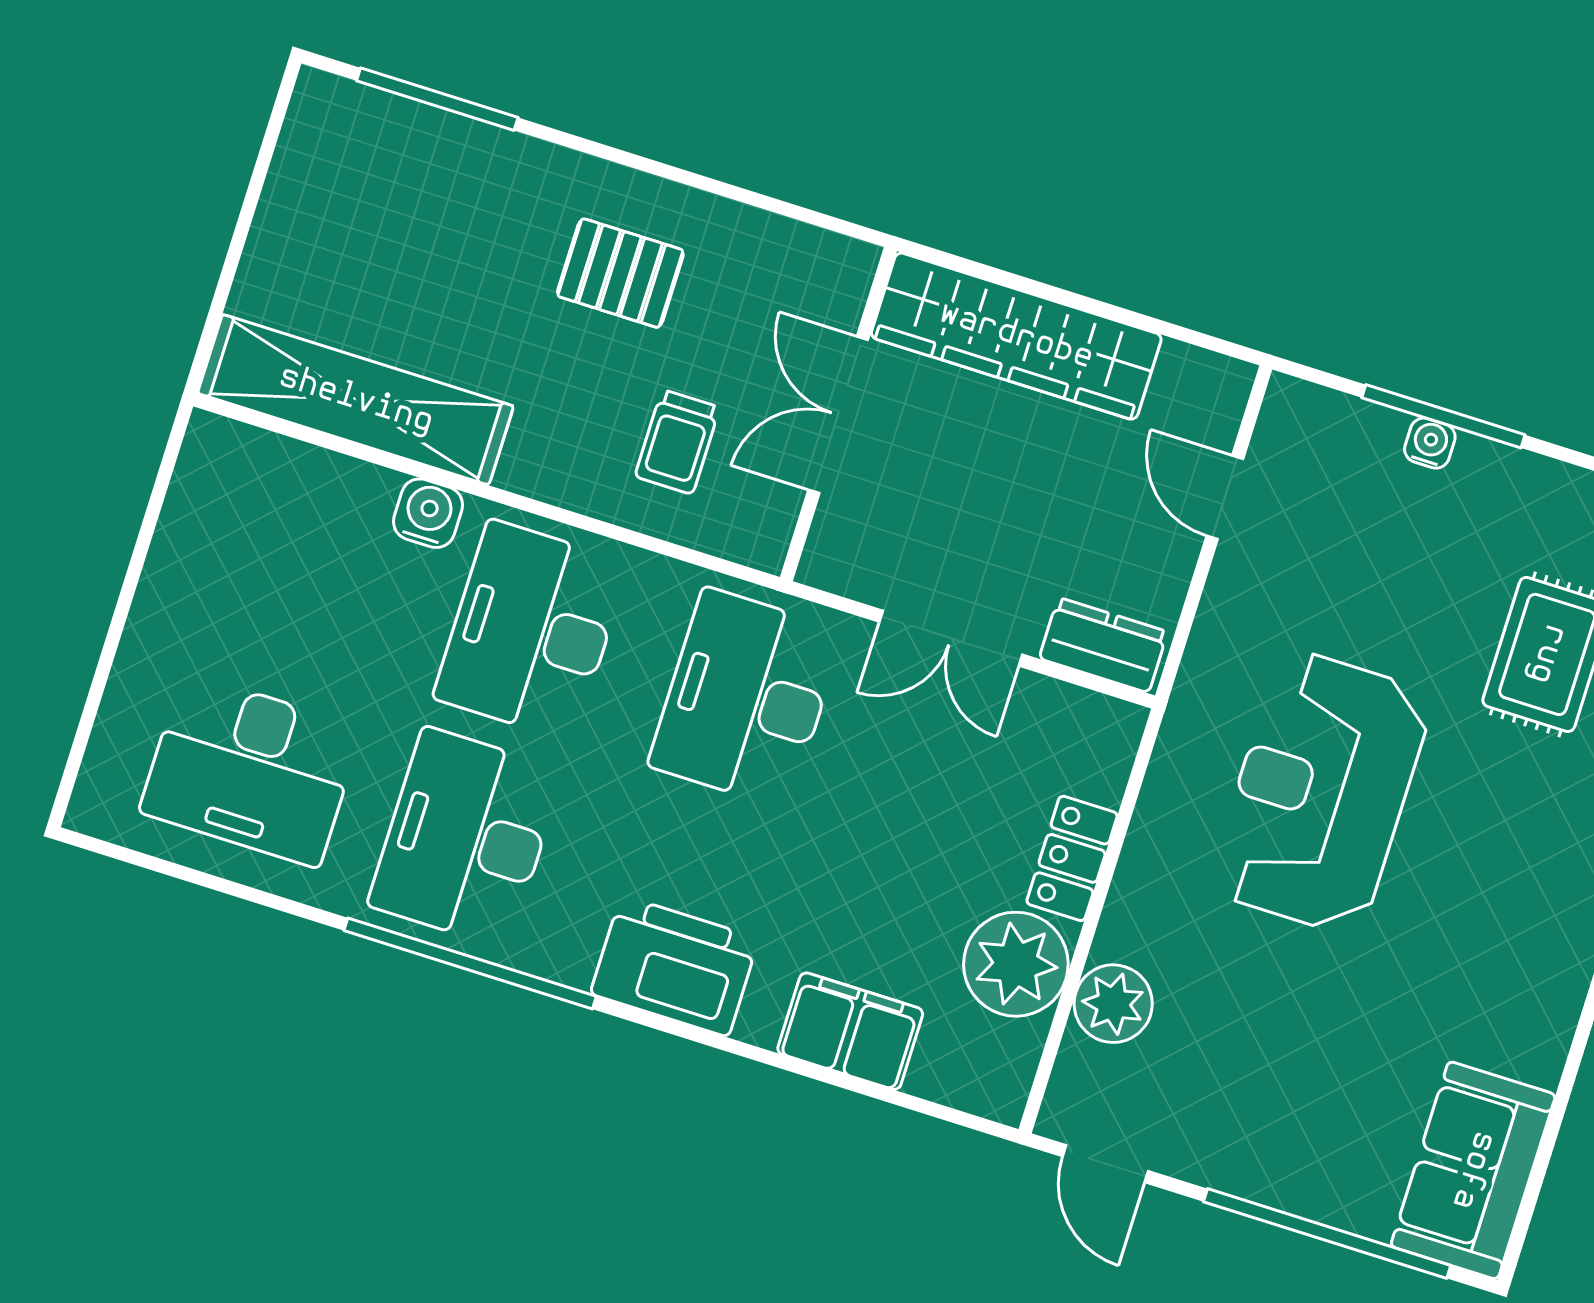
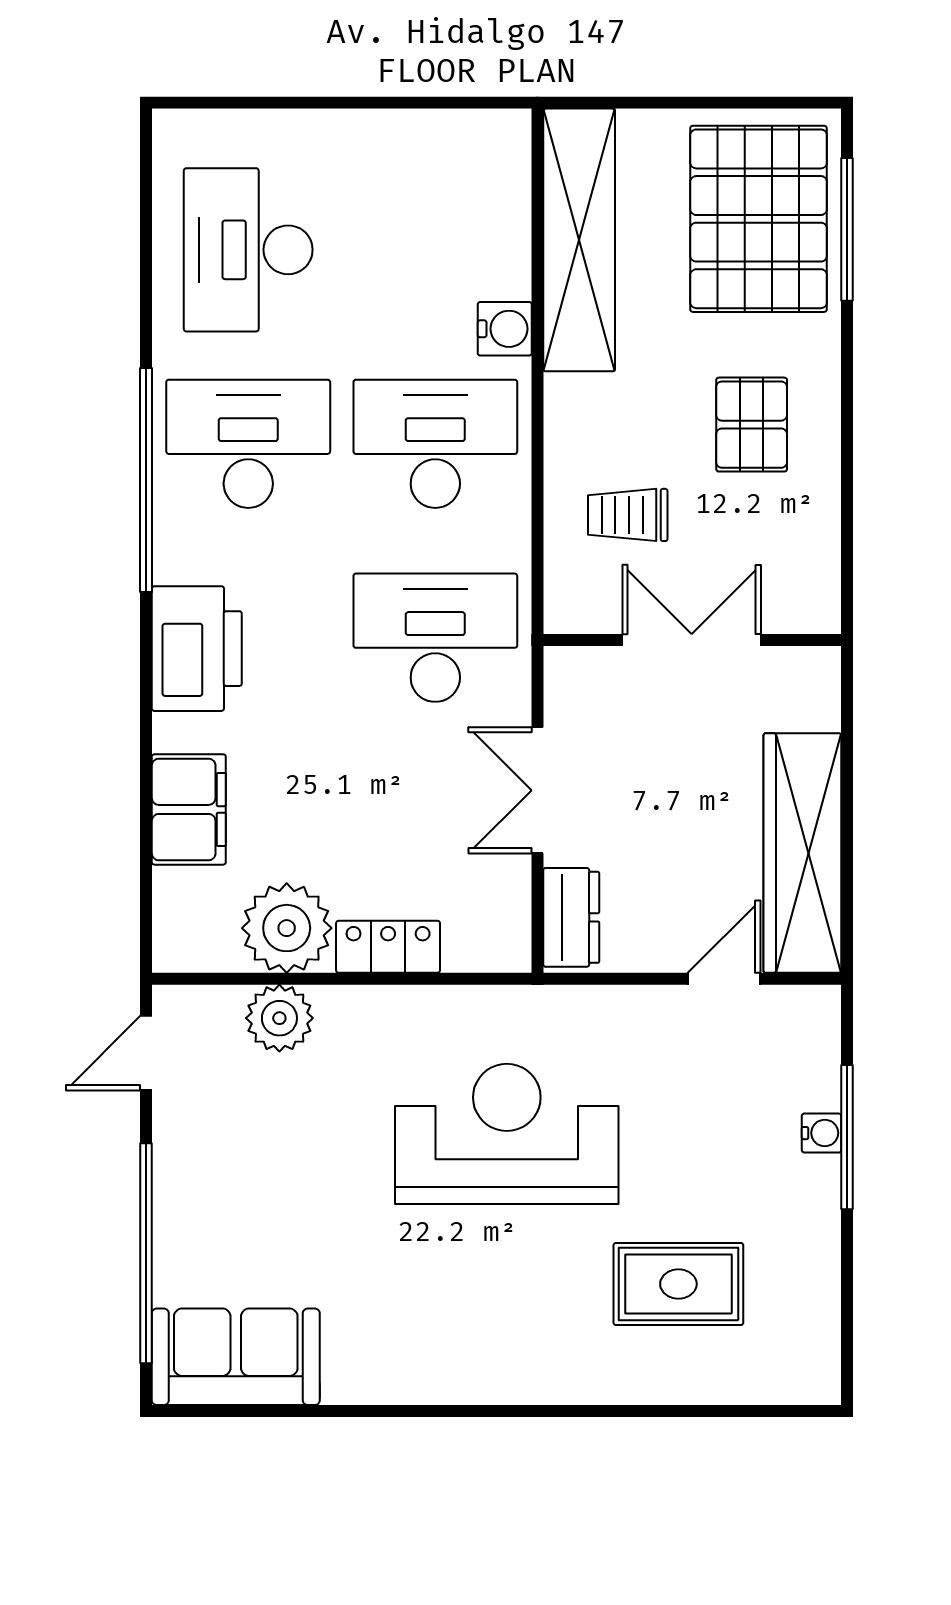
pallet: (395, 193) -> (759, 219), added
wardrobe: (1016, 336) -> (802, 853), moved

